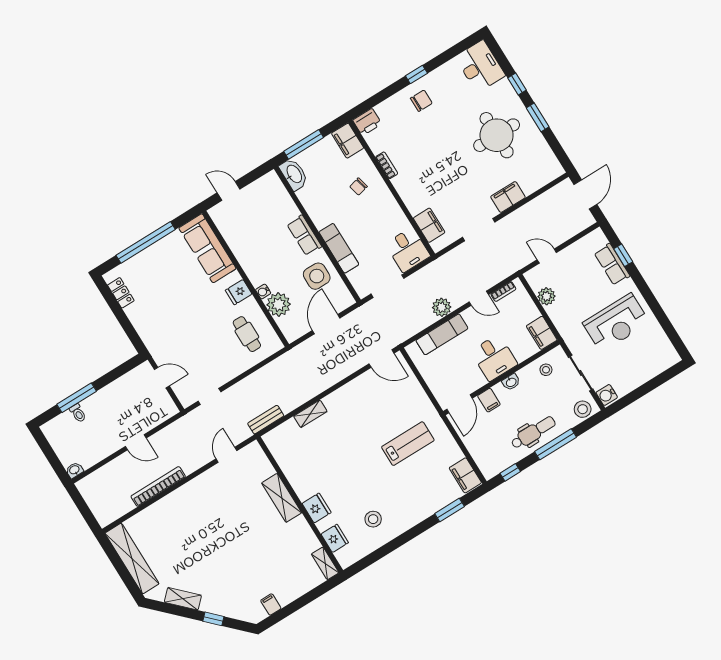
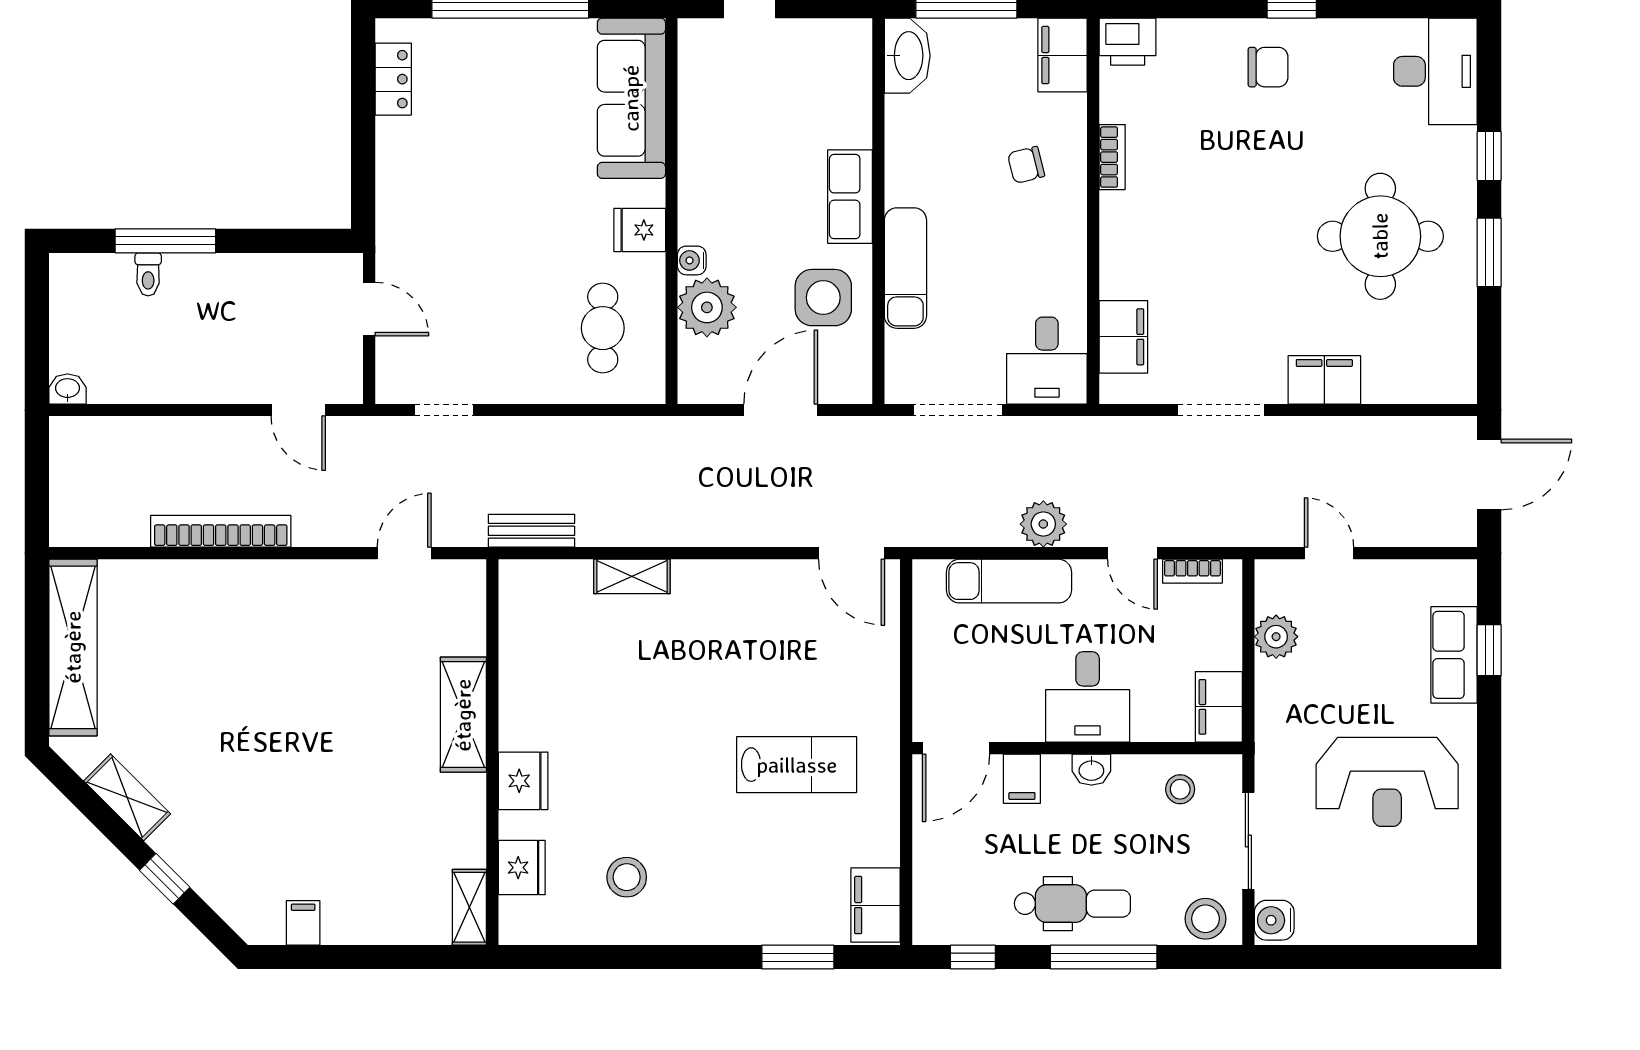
door: (136, 442) -> (298, 410), moved

